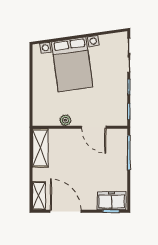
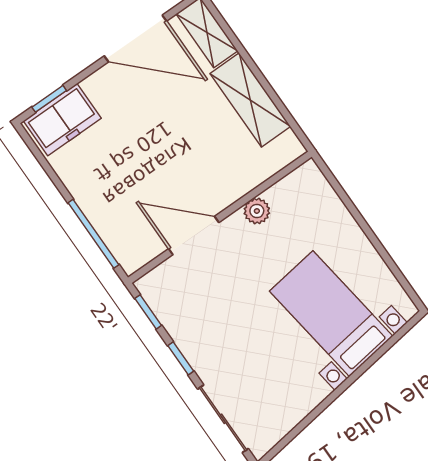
bed with nightstands: (72, 64) -> (331, 314), width x0.73
shelving: (40, 148) -> (250, 100), moved

